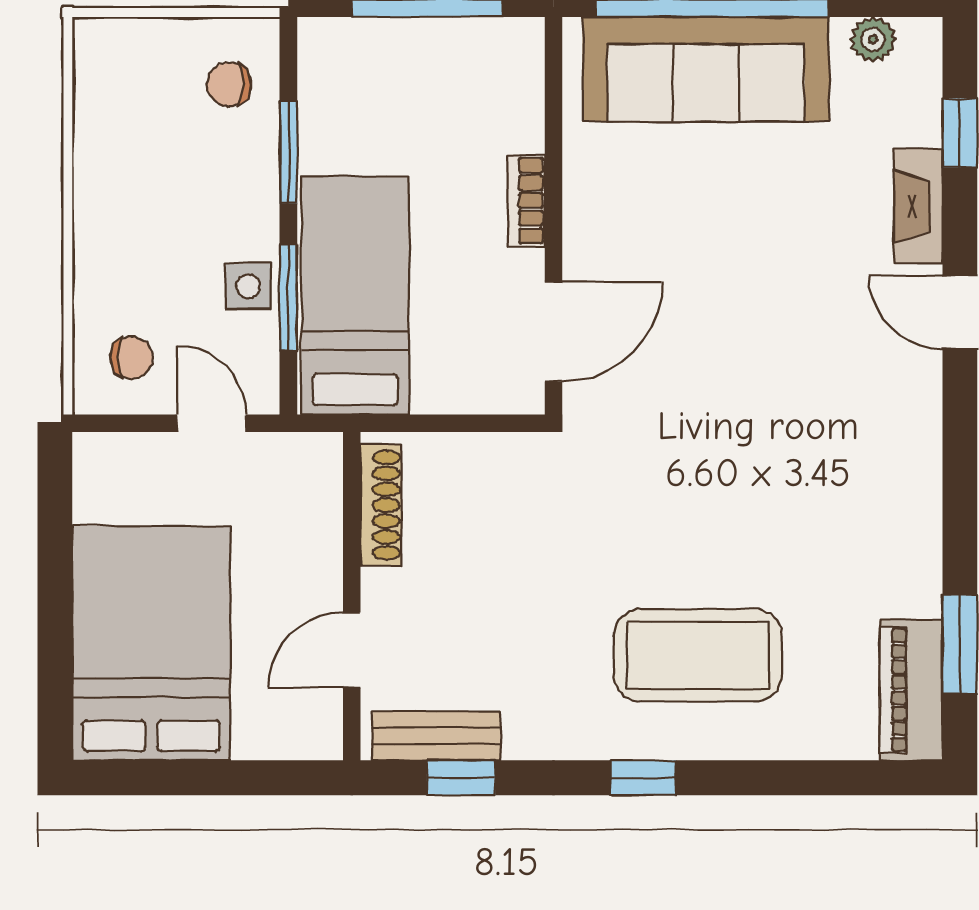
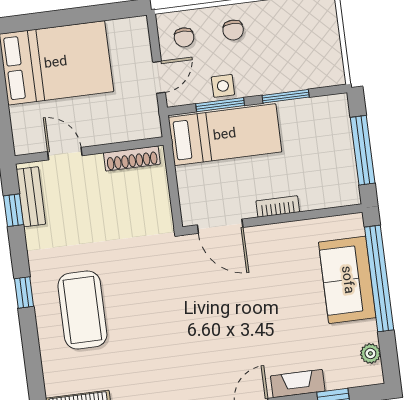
sofa: (706, 69) -> (347, 280), width x0.73
chair: (229, 84) -> (233, 30), moved, turned 180

